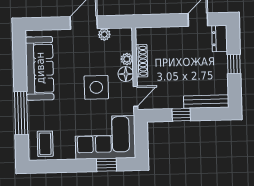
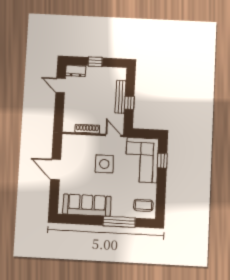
plant: (104, 34) -> (66, 155), removed
plant: (127, 59) -> (85, 140), removed
floor lamp: (126, 74) -> (96, 141), removed
bench: (206, 102) -> (120, 97), moved

